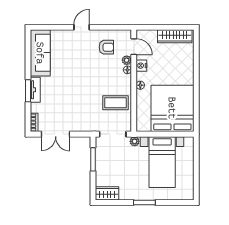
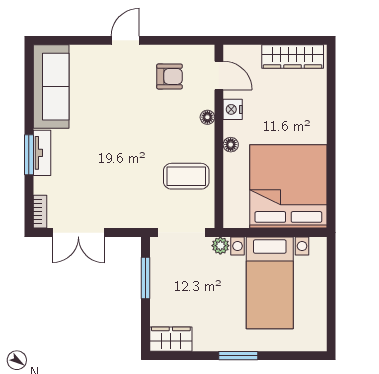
plant: (127, 60) -> (206, 100), removed

